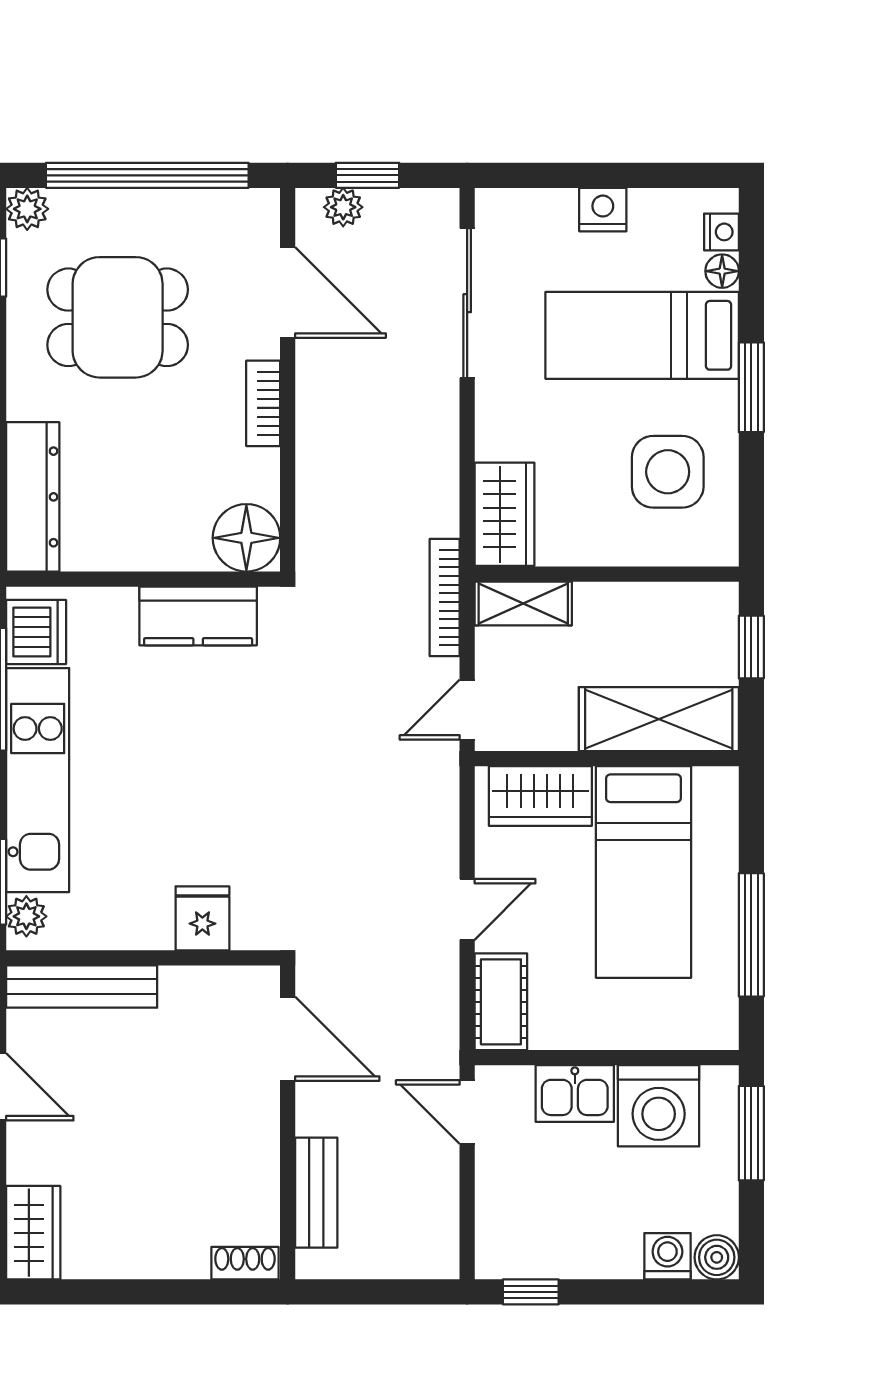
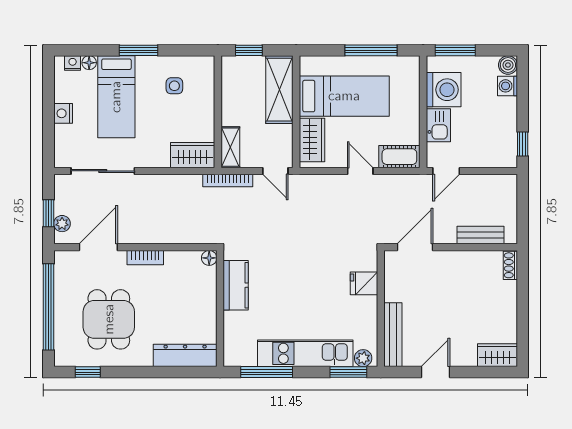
plant: (27, 209) -> (63, 358), removed
side table: (668, 472) -> (174, 86), width x0.54, depth x0.54
floor lamp: (246, 538) -> (209, 258), width x0.53, depth x0.53
dishwasher: (36, 632) -> (242, 354), removed

